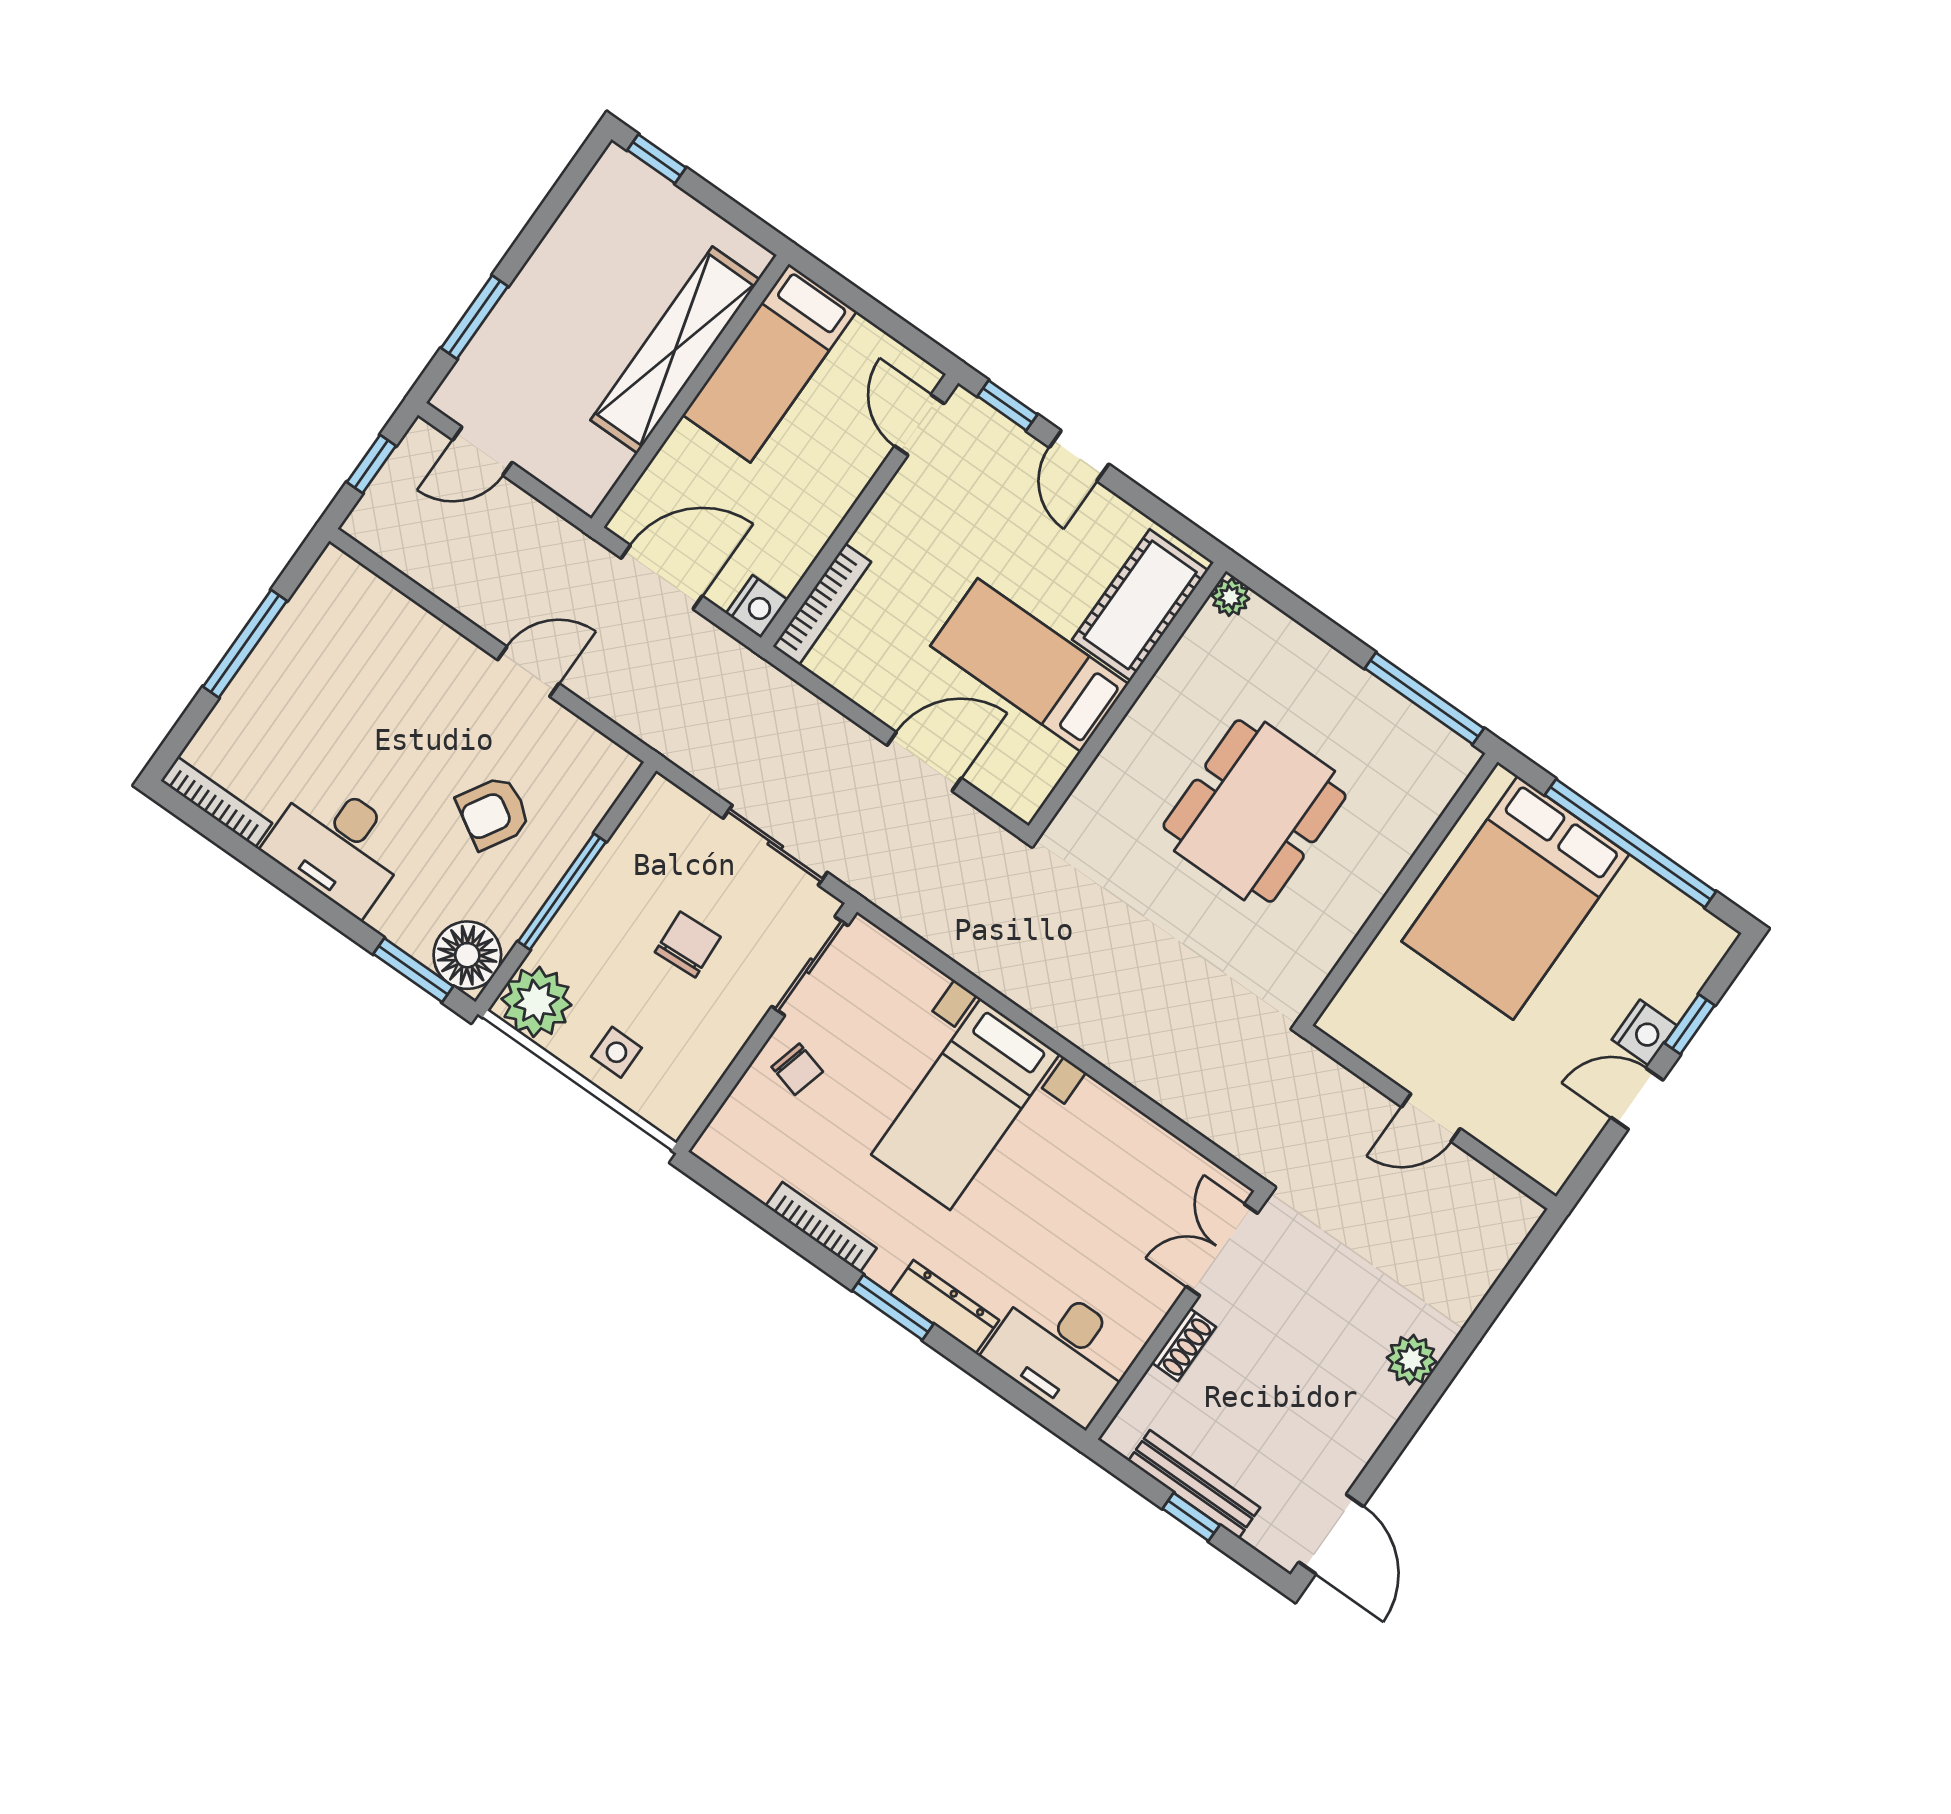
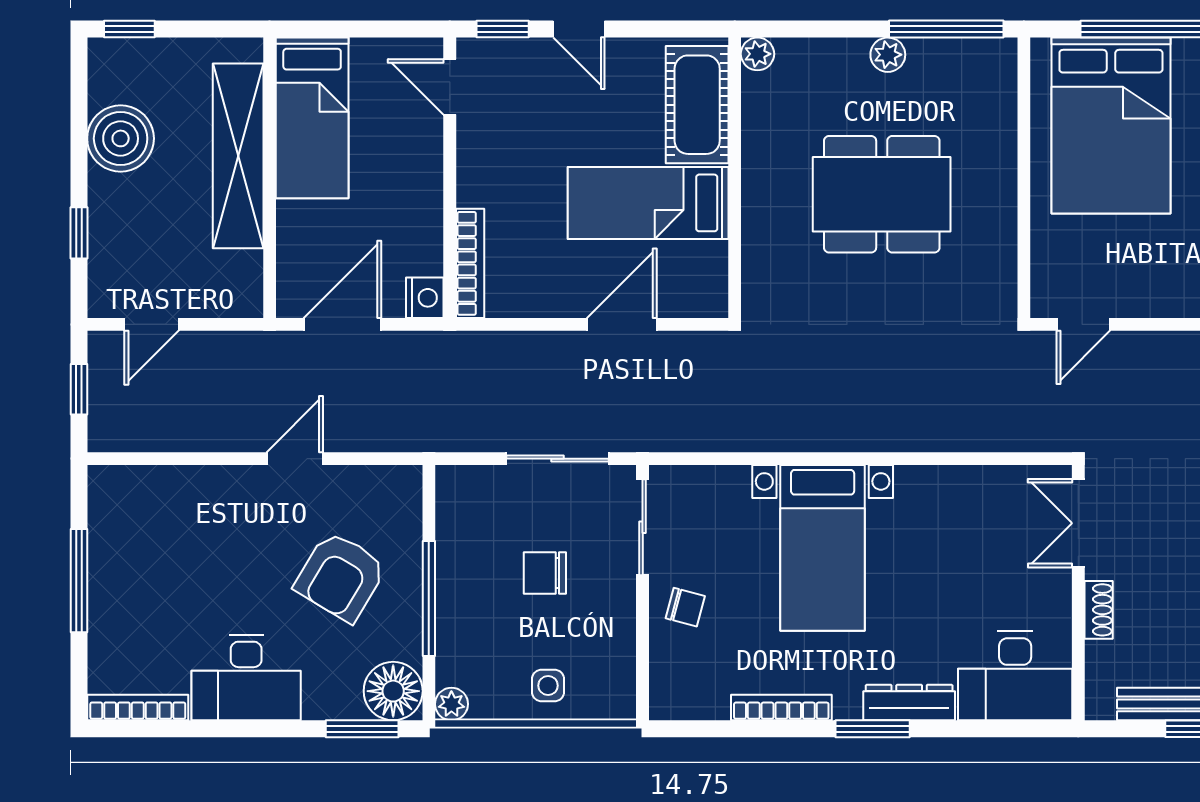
boiler: (576, 256) -> (121, 138), added
window: (475, 317) -> (79, 233), width x0.67
plant: (1352, 684) -> (888, 55), added
dining table: (1254, 811) -> (882, 194), turned 90
armchair: (493, 813) -> (341, 576), width x1.38, depth x1.38
chair: (688, 944) -> (545, 573), turned -87
plant: (536, 1002) -> (451, 704), width x0.53, depth x0.53
door: (1431, 1118) -> (1083, 324), moved

